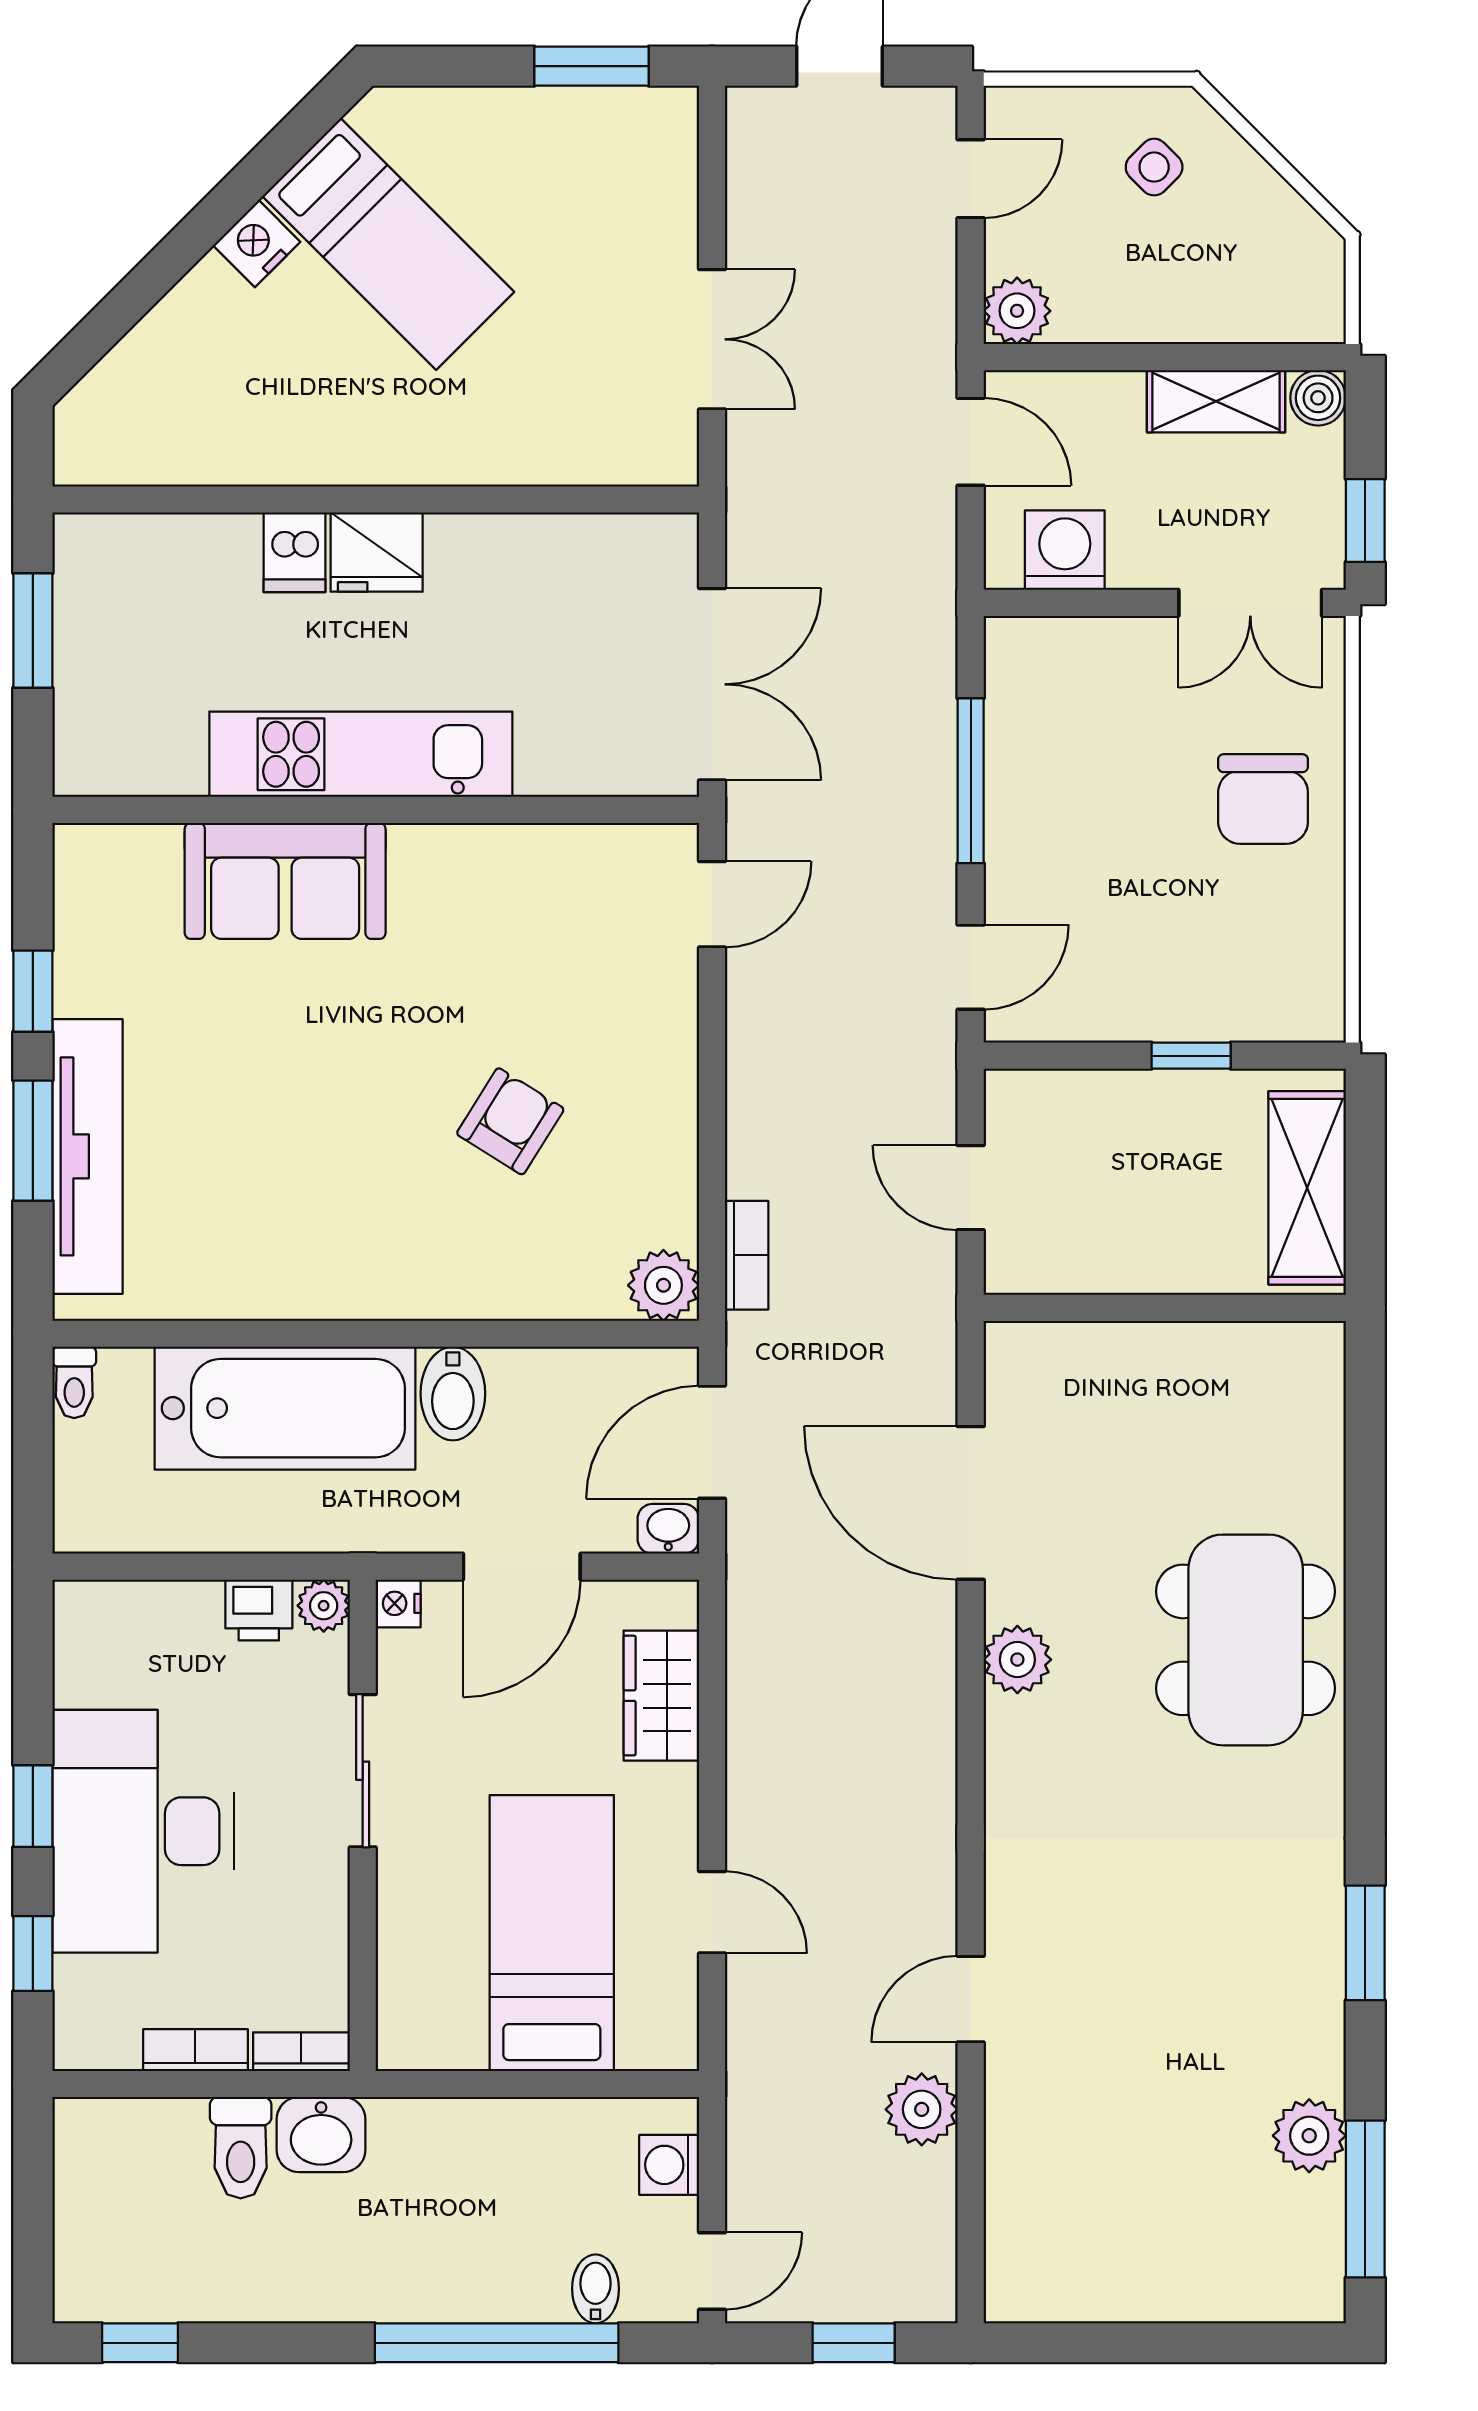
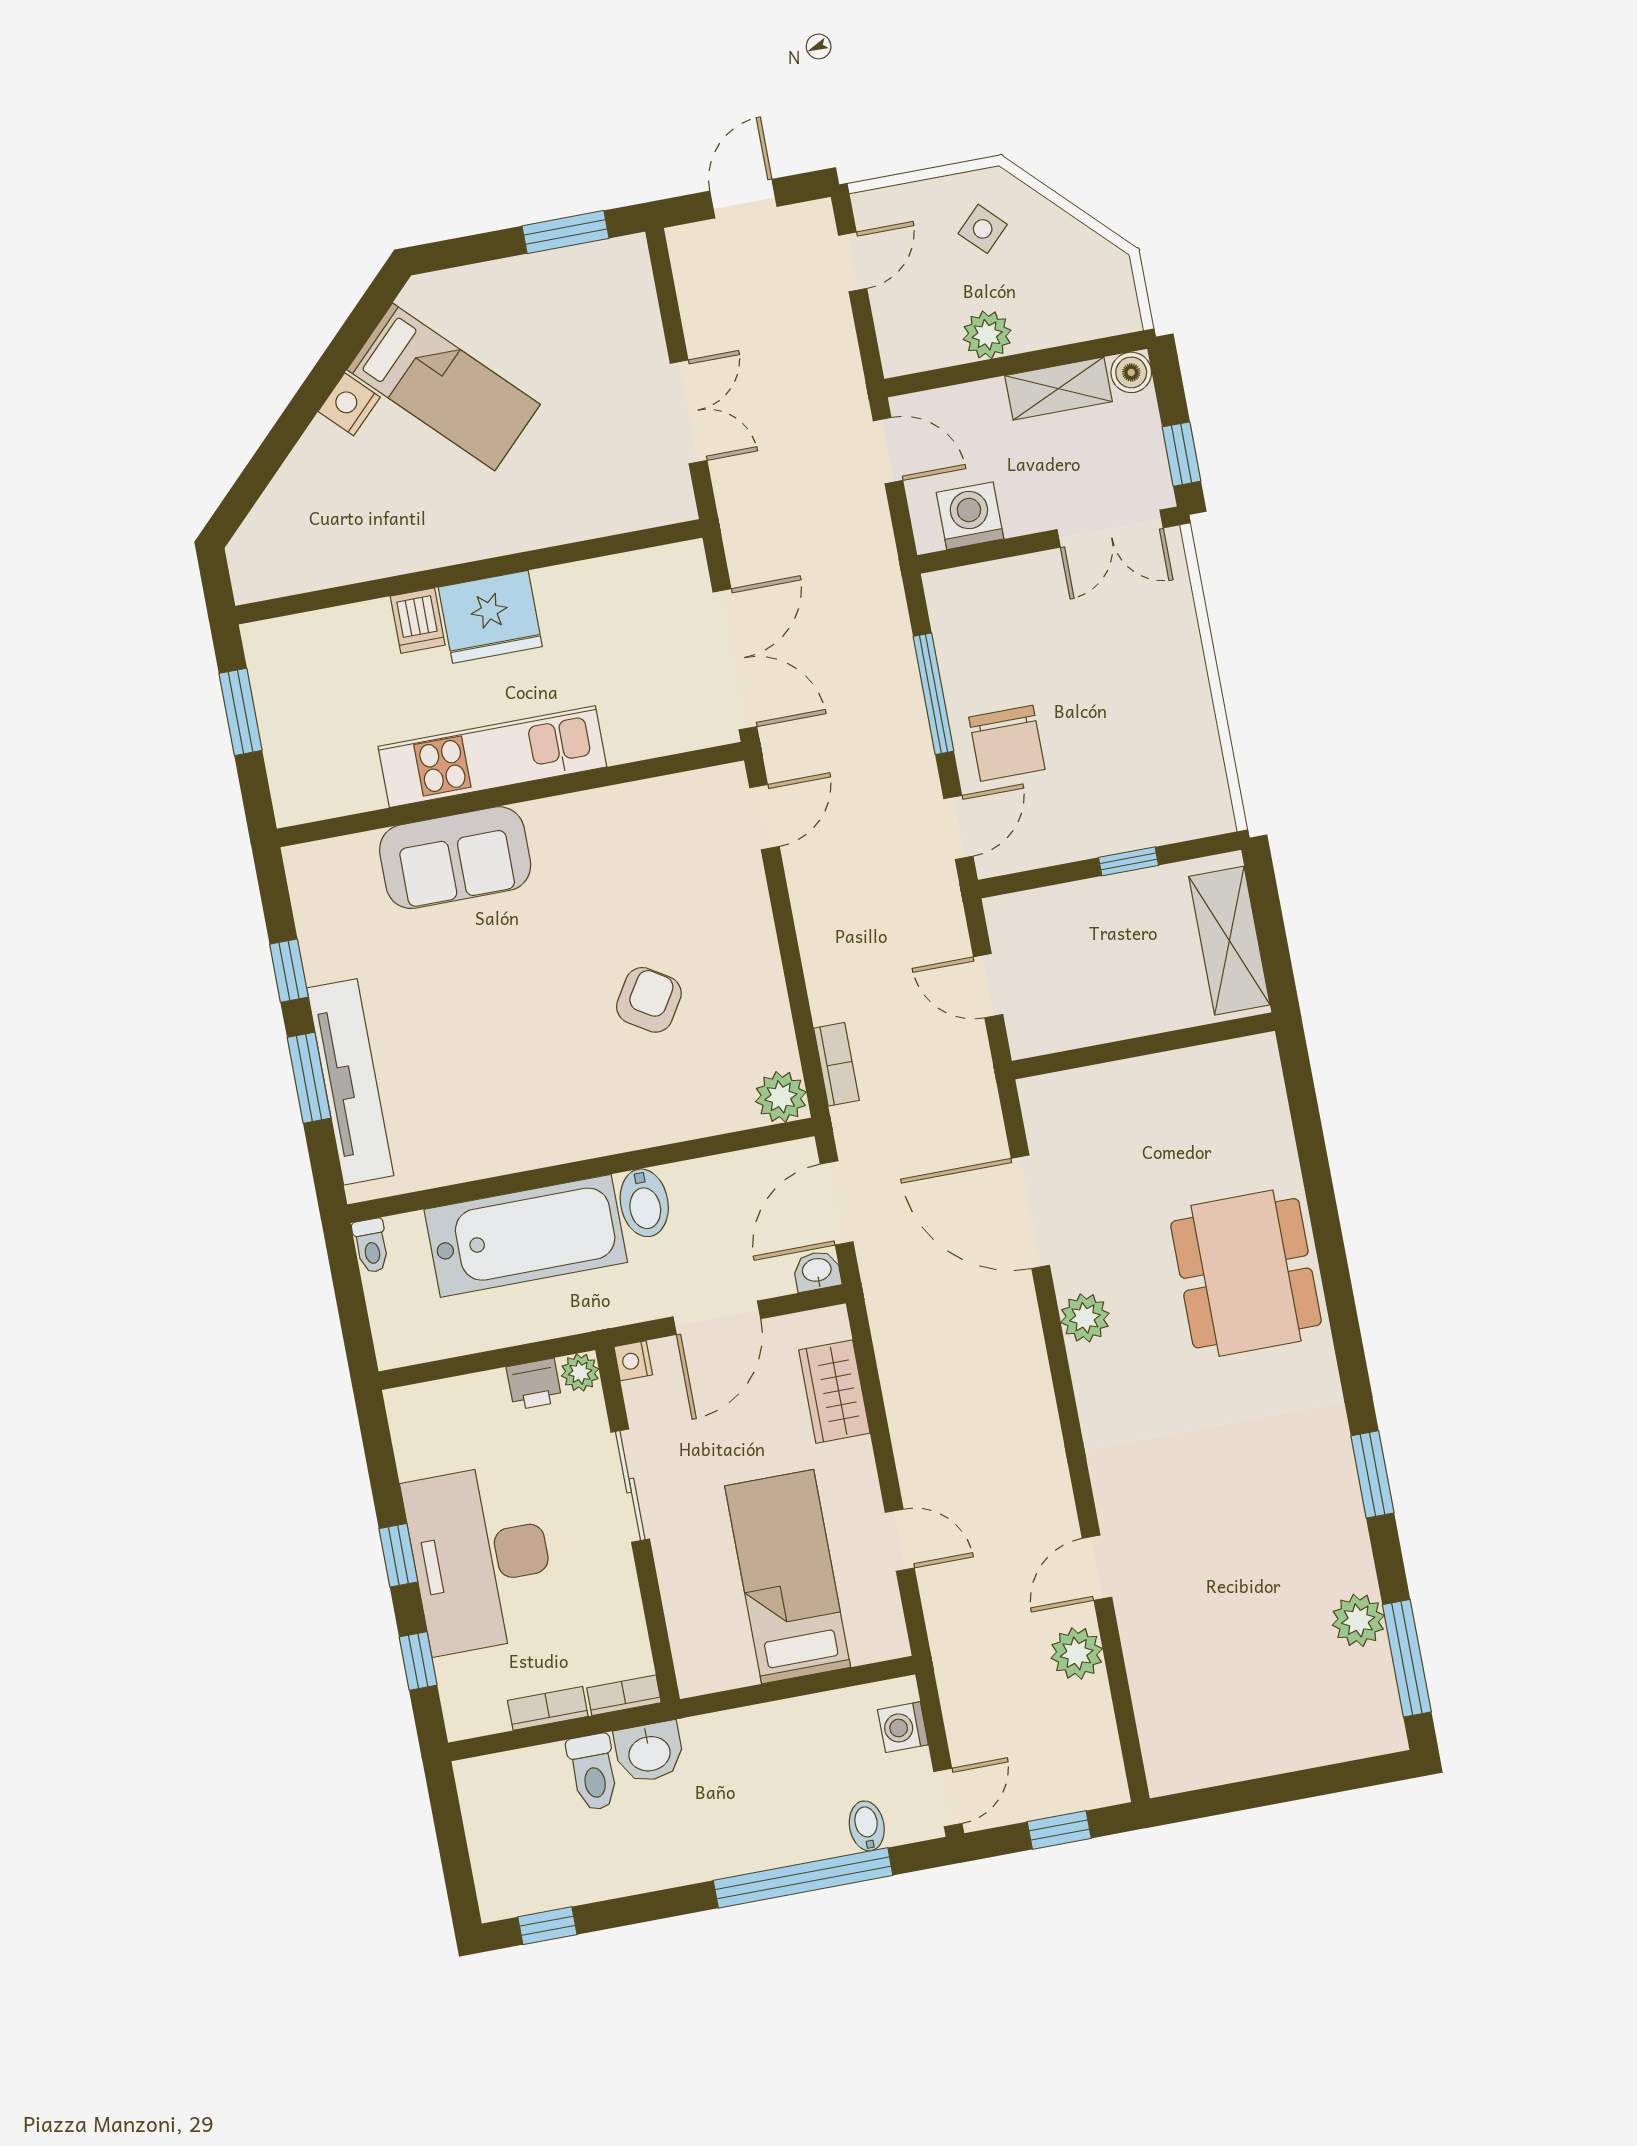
plant: (1017, 311) -> (987, 335), moved
fridge: (377, 552) -> (490, 617), width x1.36, depth x1.34
chair: (1263, 799) -> (1007, 743), moved

